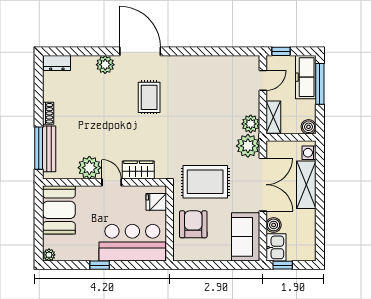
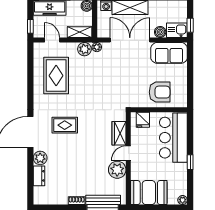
dresser: (57, 63) -> (39, 176), moved
plant: (248, 146) -> (97, 47), width x0.53, depth x0.53
rug: (205, 182) -> (56, 76), moved
armchair: (193, 224) -> (160, 92), turned 180

